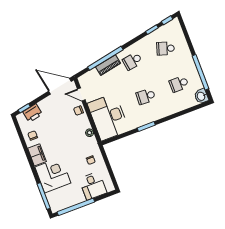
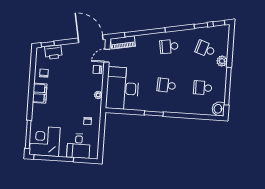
plant: (185, 52) -> (222, 61), added
piano: (108, 65) -> (123, 42), moved
door: (81, 94) -> (107, 56), hinge flipped
corner desk: (53, 175) -> (45, 141), moved, turned -90

